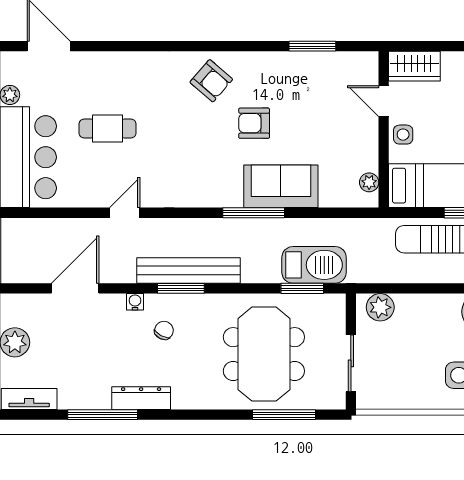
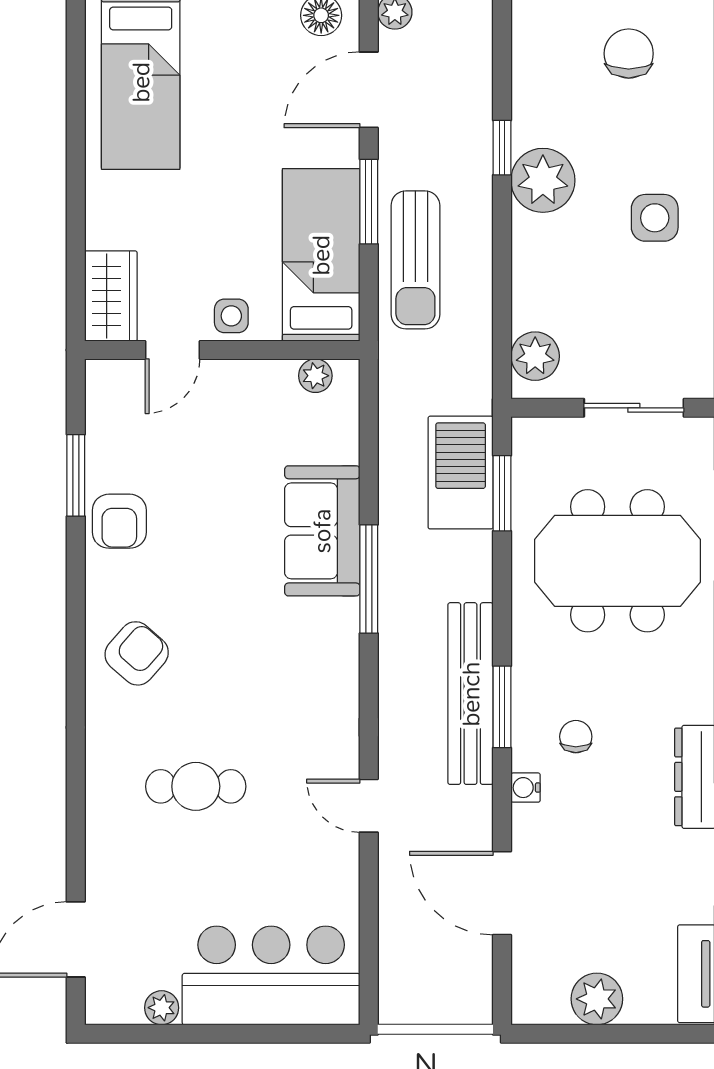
armchair: (254, 123) -> (119, 521), moved
cafe table: (108, 129) -> (196, 786), moved, turned 90
chair: (164, 330) -> (576, 737), turned 62

